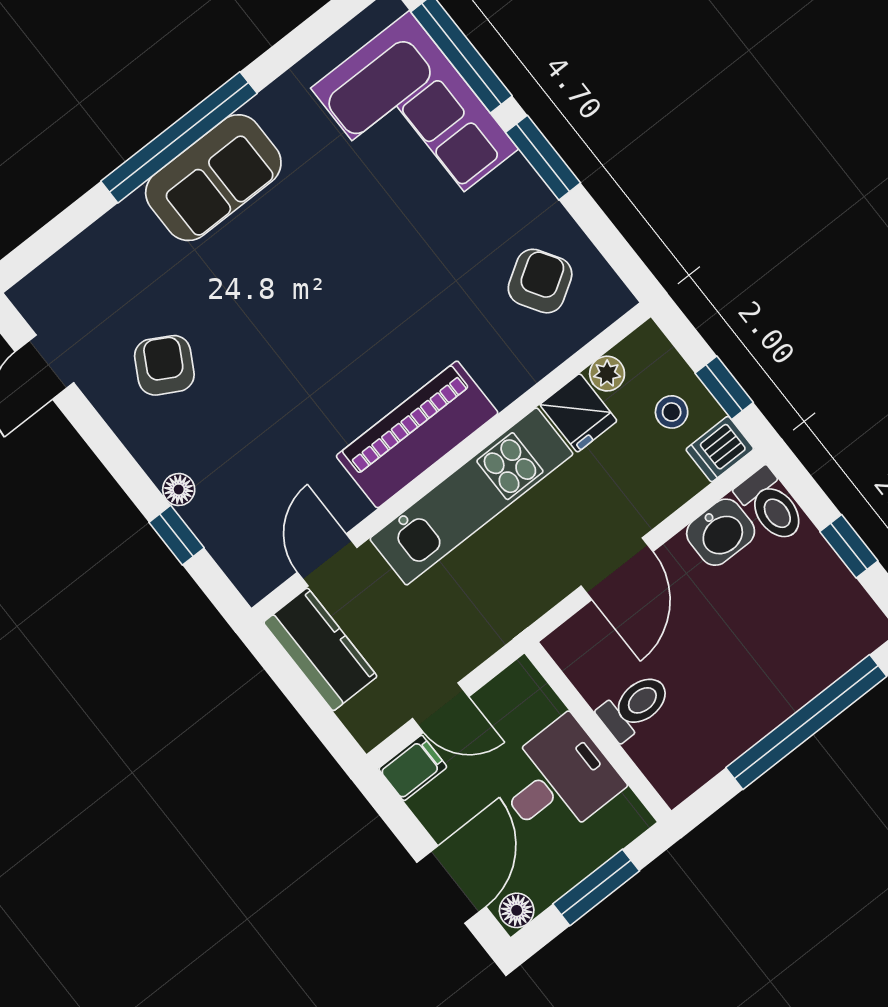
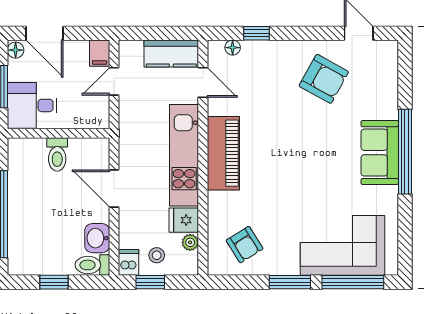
armchair: (164, 365) -> (324, 79), width x1.38, depth x1.38
floor lamp: (179, 490) -> (233, 48), moved
desk: (558, 780) -> (32, 105), moved, turned 90

